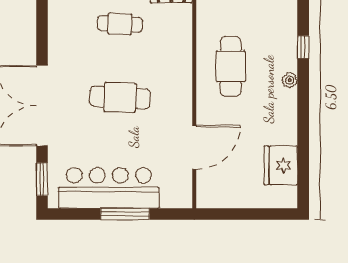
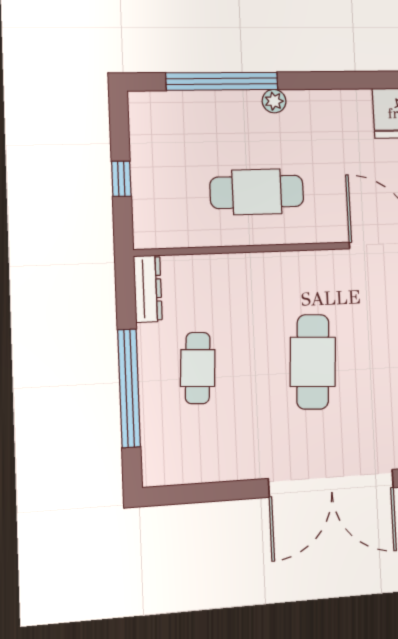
window: (303, 47) -> (222, 81), width x3.17

